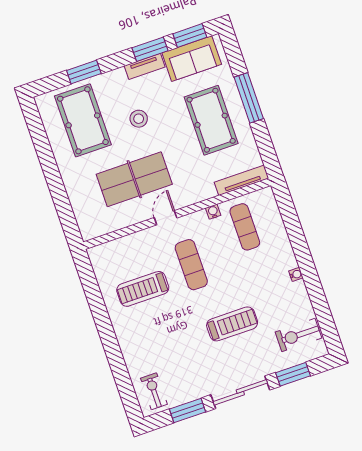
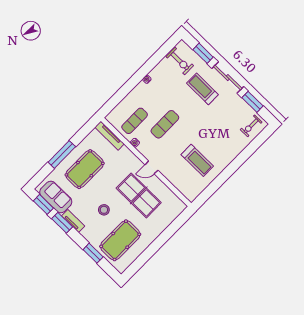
exercise mat: (191, 265) -> (165, 124), moved
treadmill: (232, 324) -> (202, 89), moved

